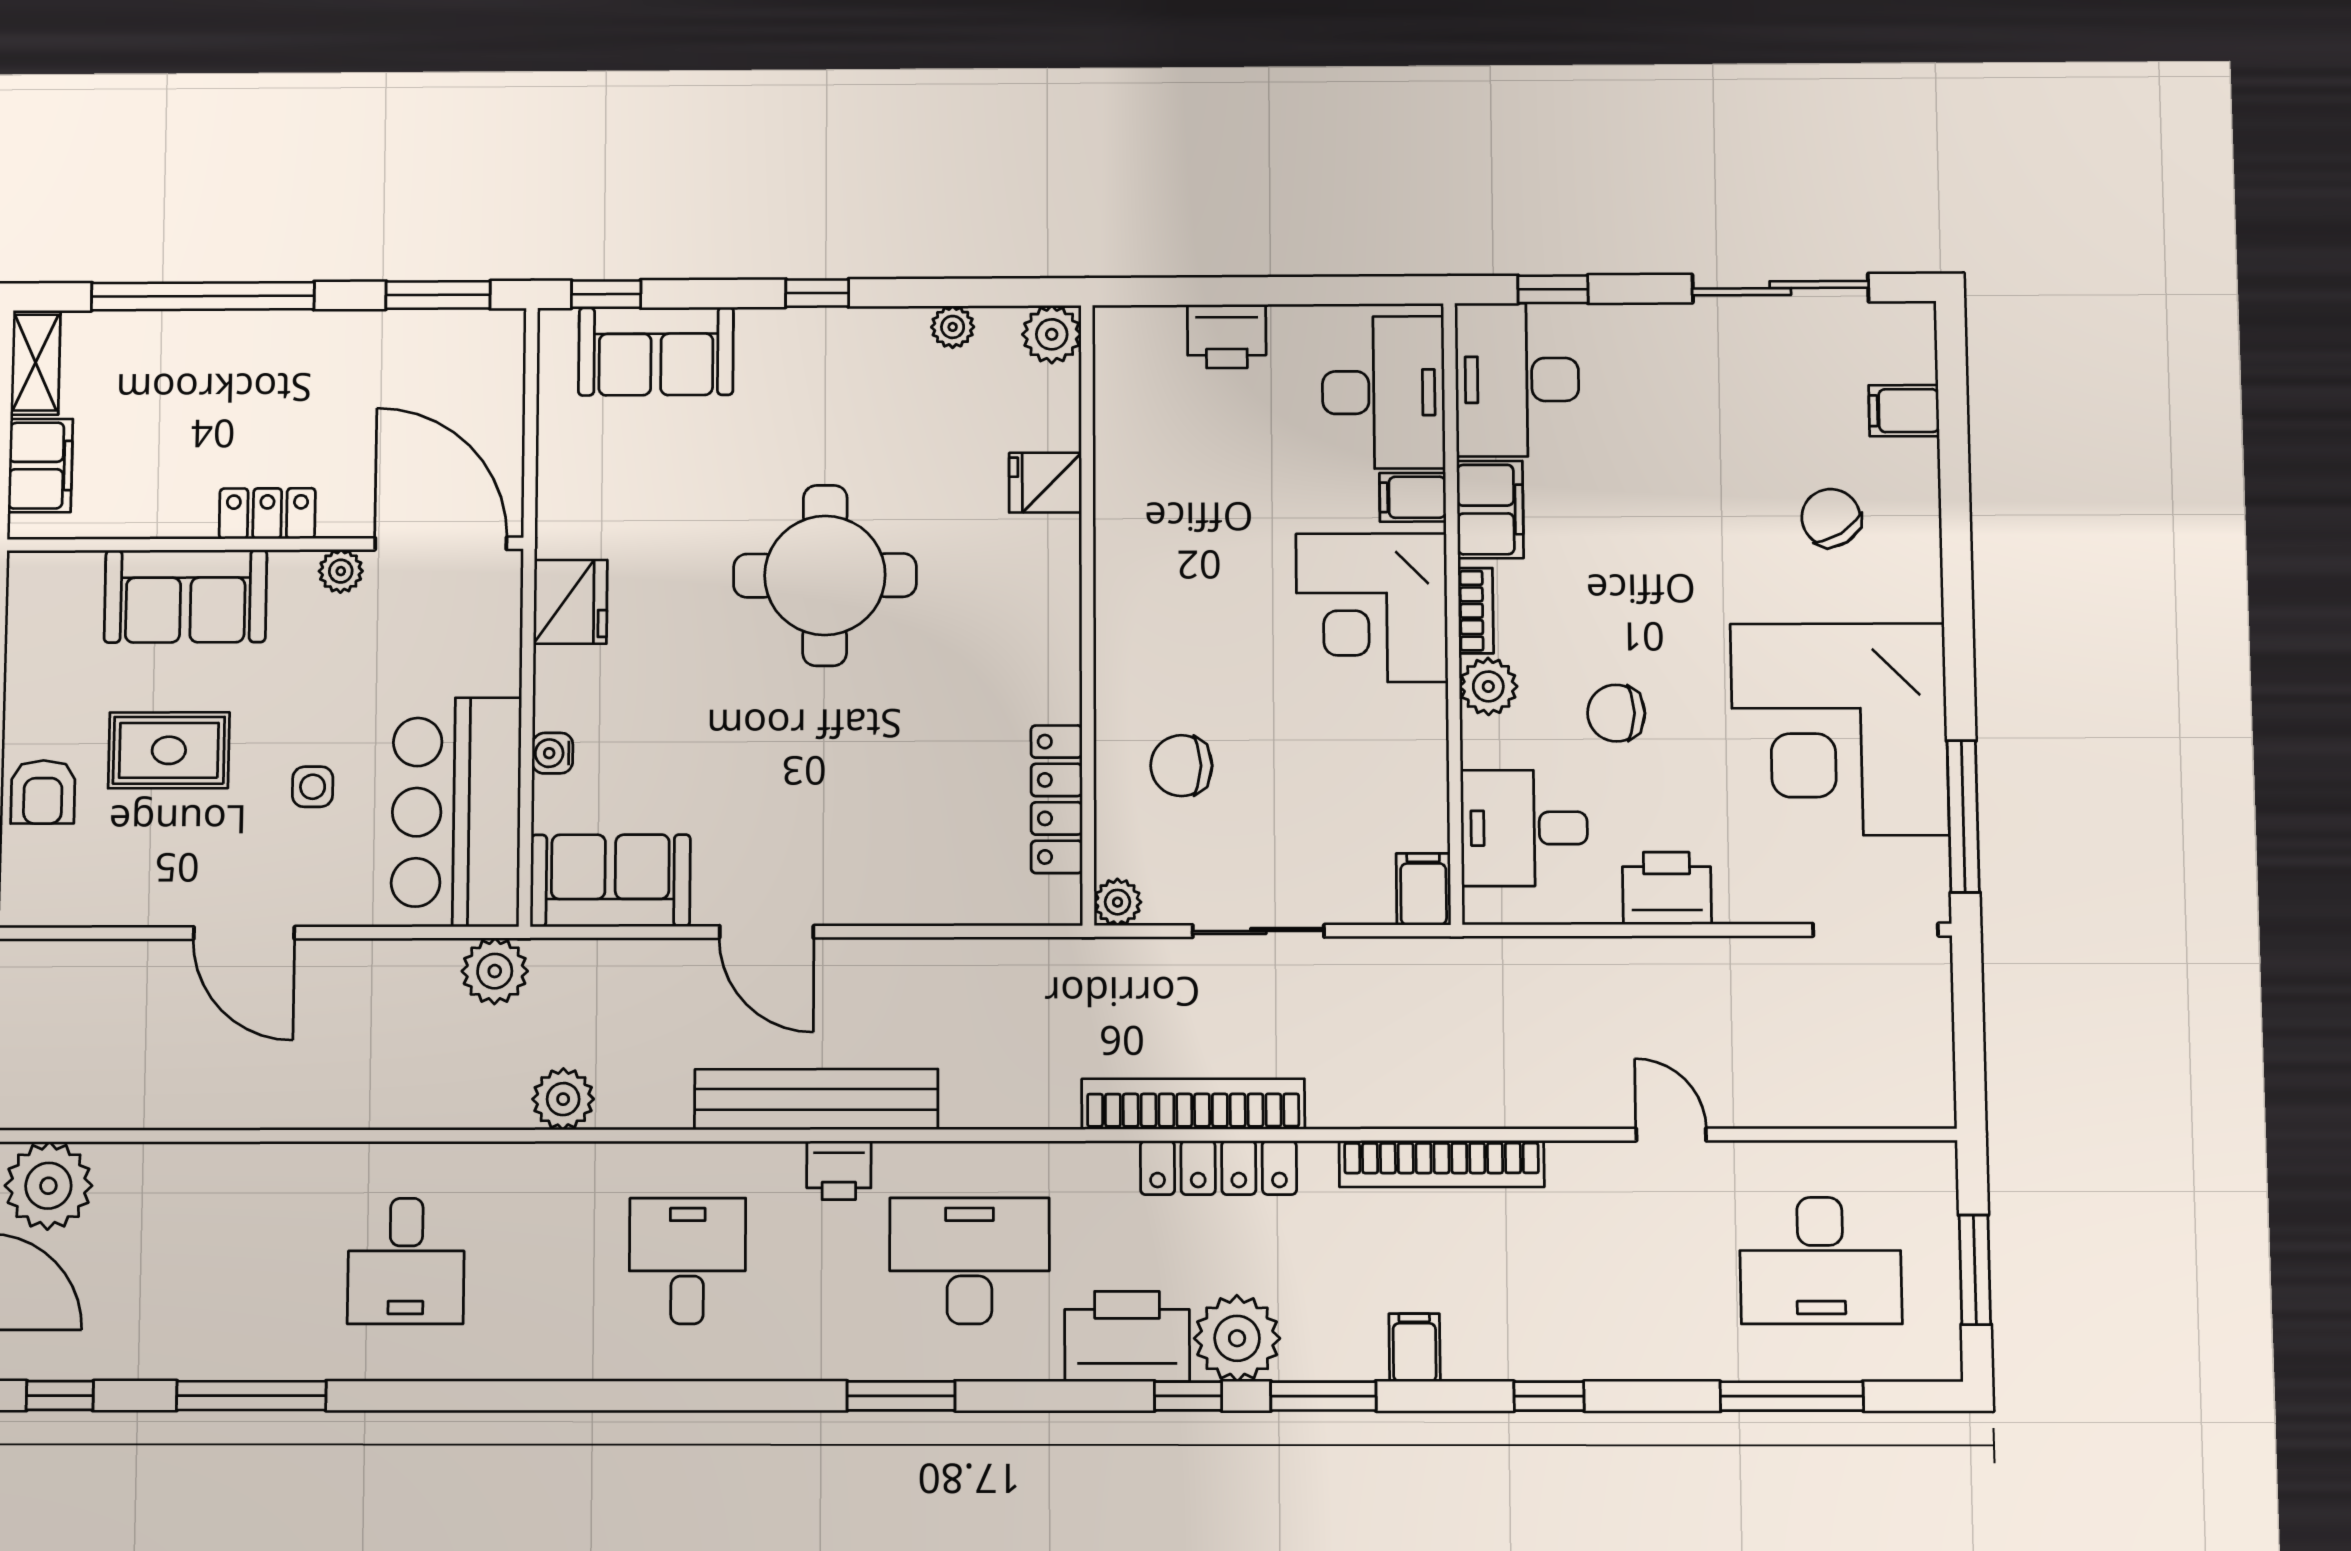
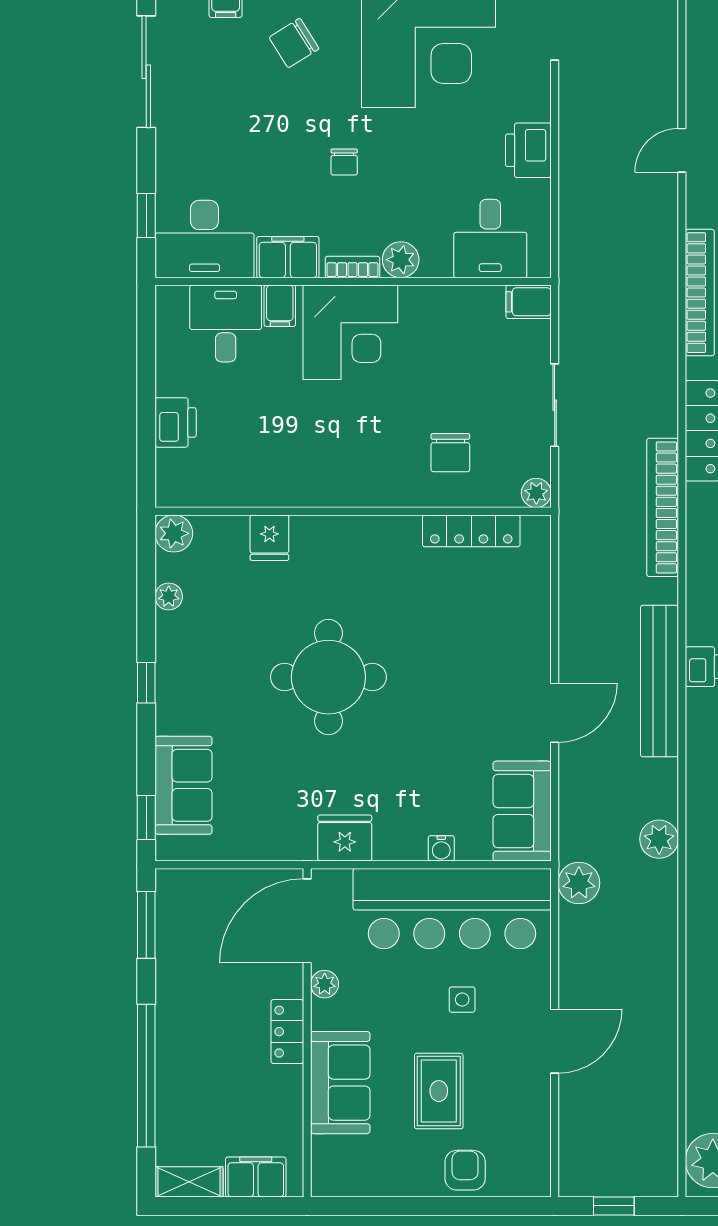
desk: (1384, 392) -> (226, 323), width x0.73
chair: (1616, 713) -> (344, 162), moved, width x0.73, depth x0.73
armchair: (43, 792) -> (465, 1170), turned -90
bar counter: (456, 812) -> (452, 909), width x1.36
bookcase: (1193, 1104) -> (663, 507), moved

